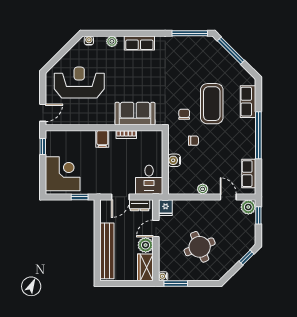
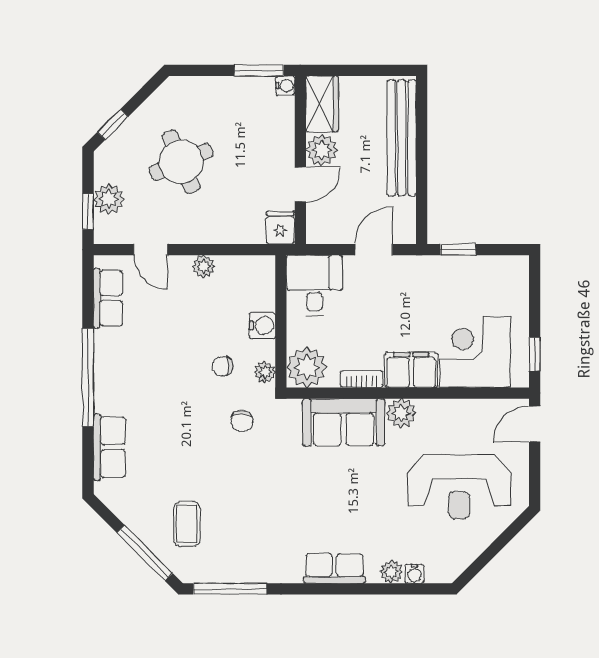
water cooler: (89, 41) -> (414, 574), moved
coffee table: (212, 104) -> (187, 524), moved, width x0.54, depth x0.58
plant: (107, 118) -> (401, 413), added
plant: (173, 138) -> (265, 372), added
filing cabinet: (102, 139) -> (411, 370), width x2.00
plant: (153, 140) -> (307, 367), added
corner desk: (63, 174) -> (475, 352), moved, turned 90
dresser: (140, 205) -> (334, 233), removed
plant: (248, 207) -> (109, 199), moved
round table: (200, 247) -> (181, 162), moved

